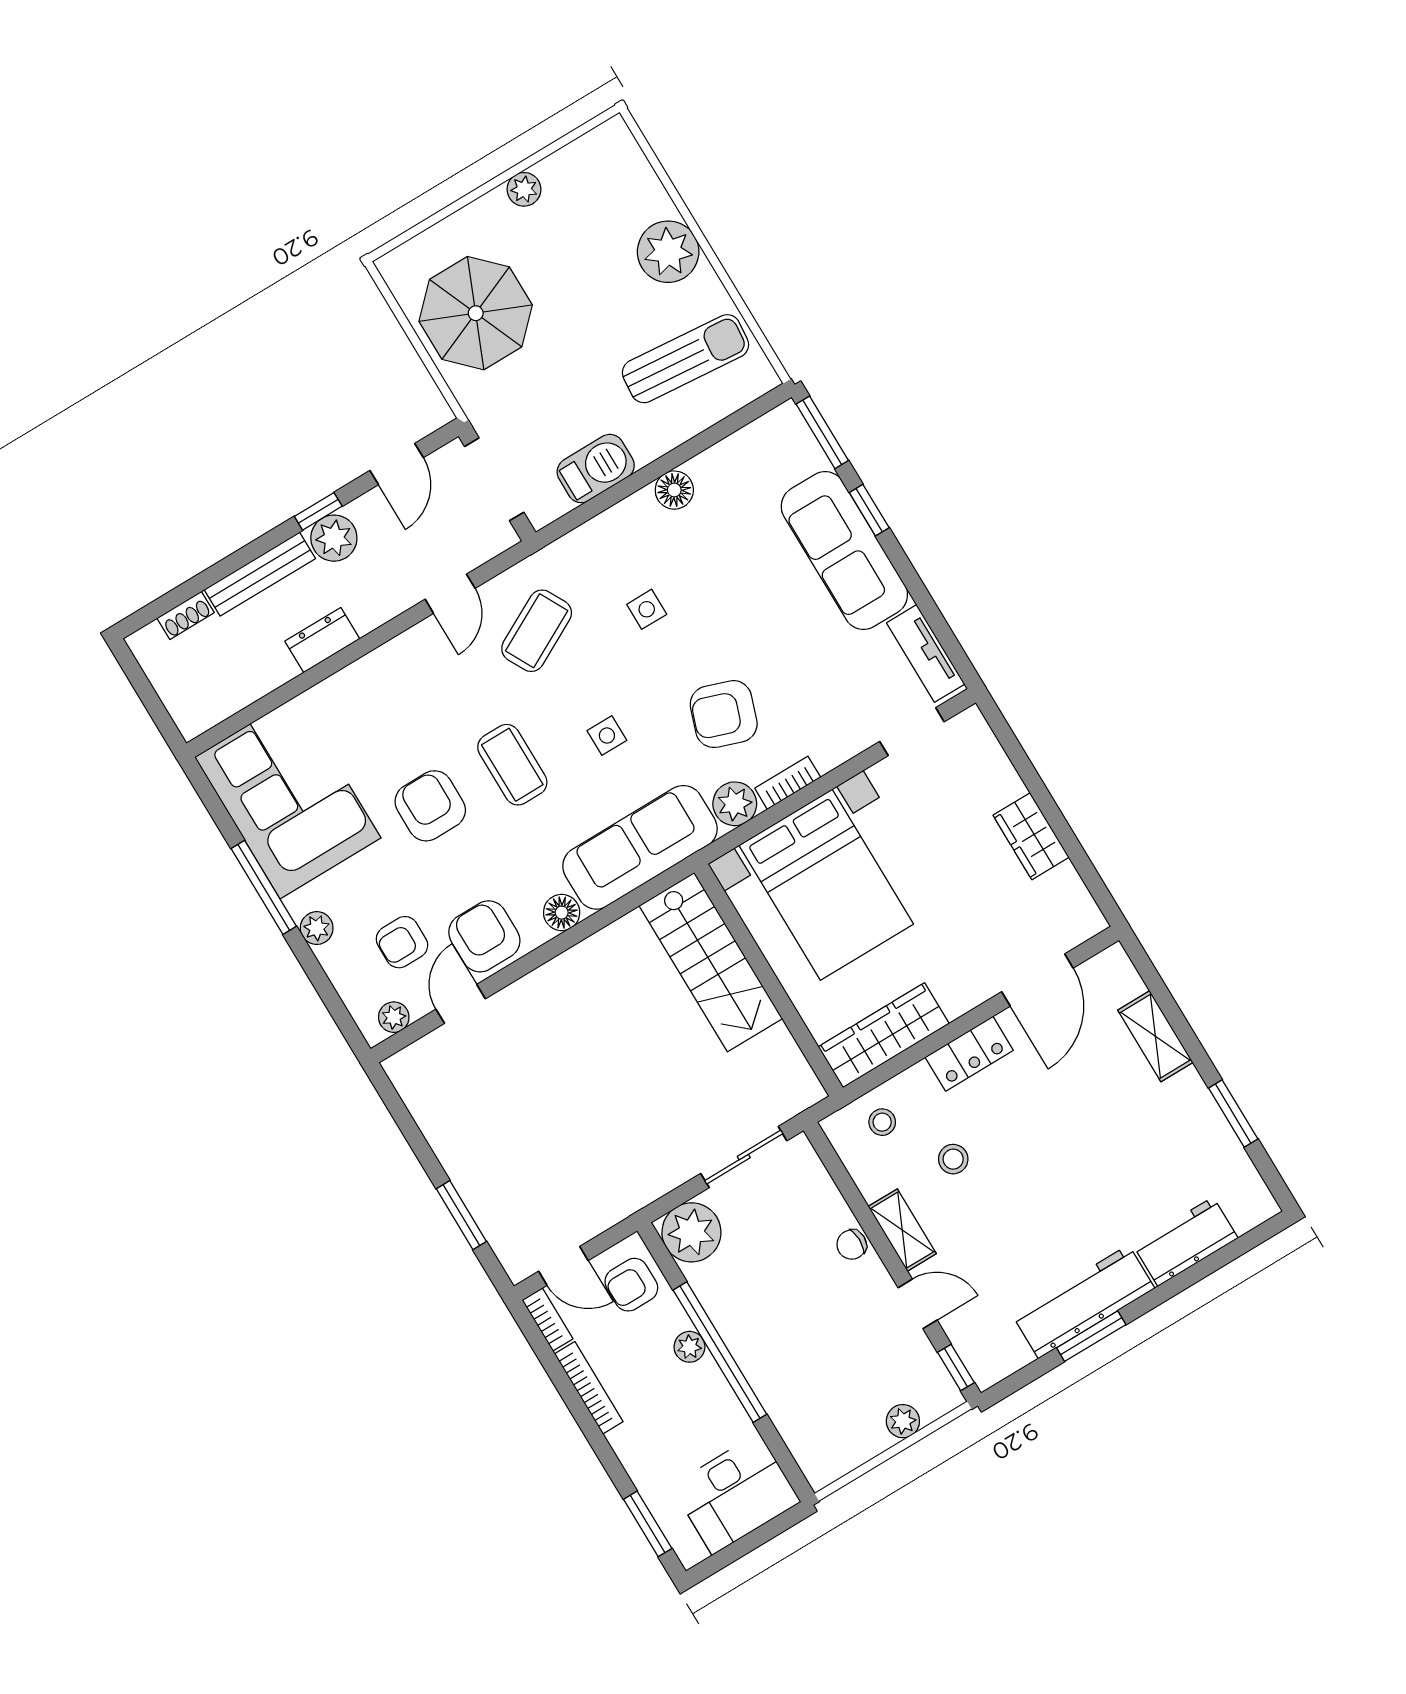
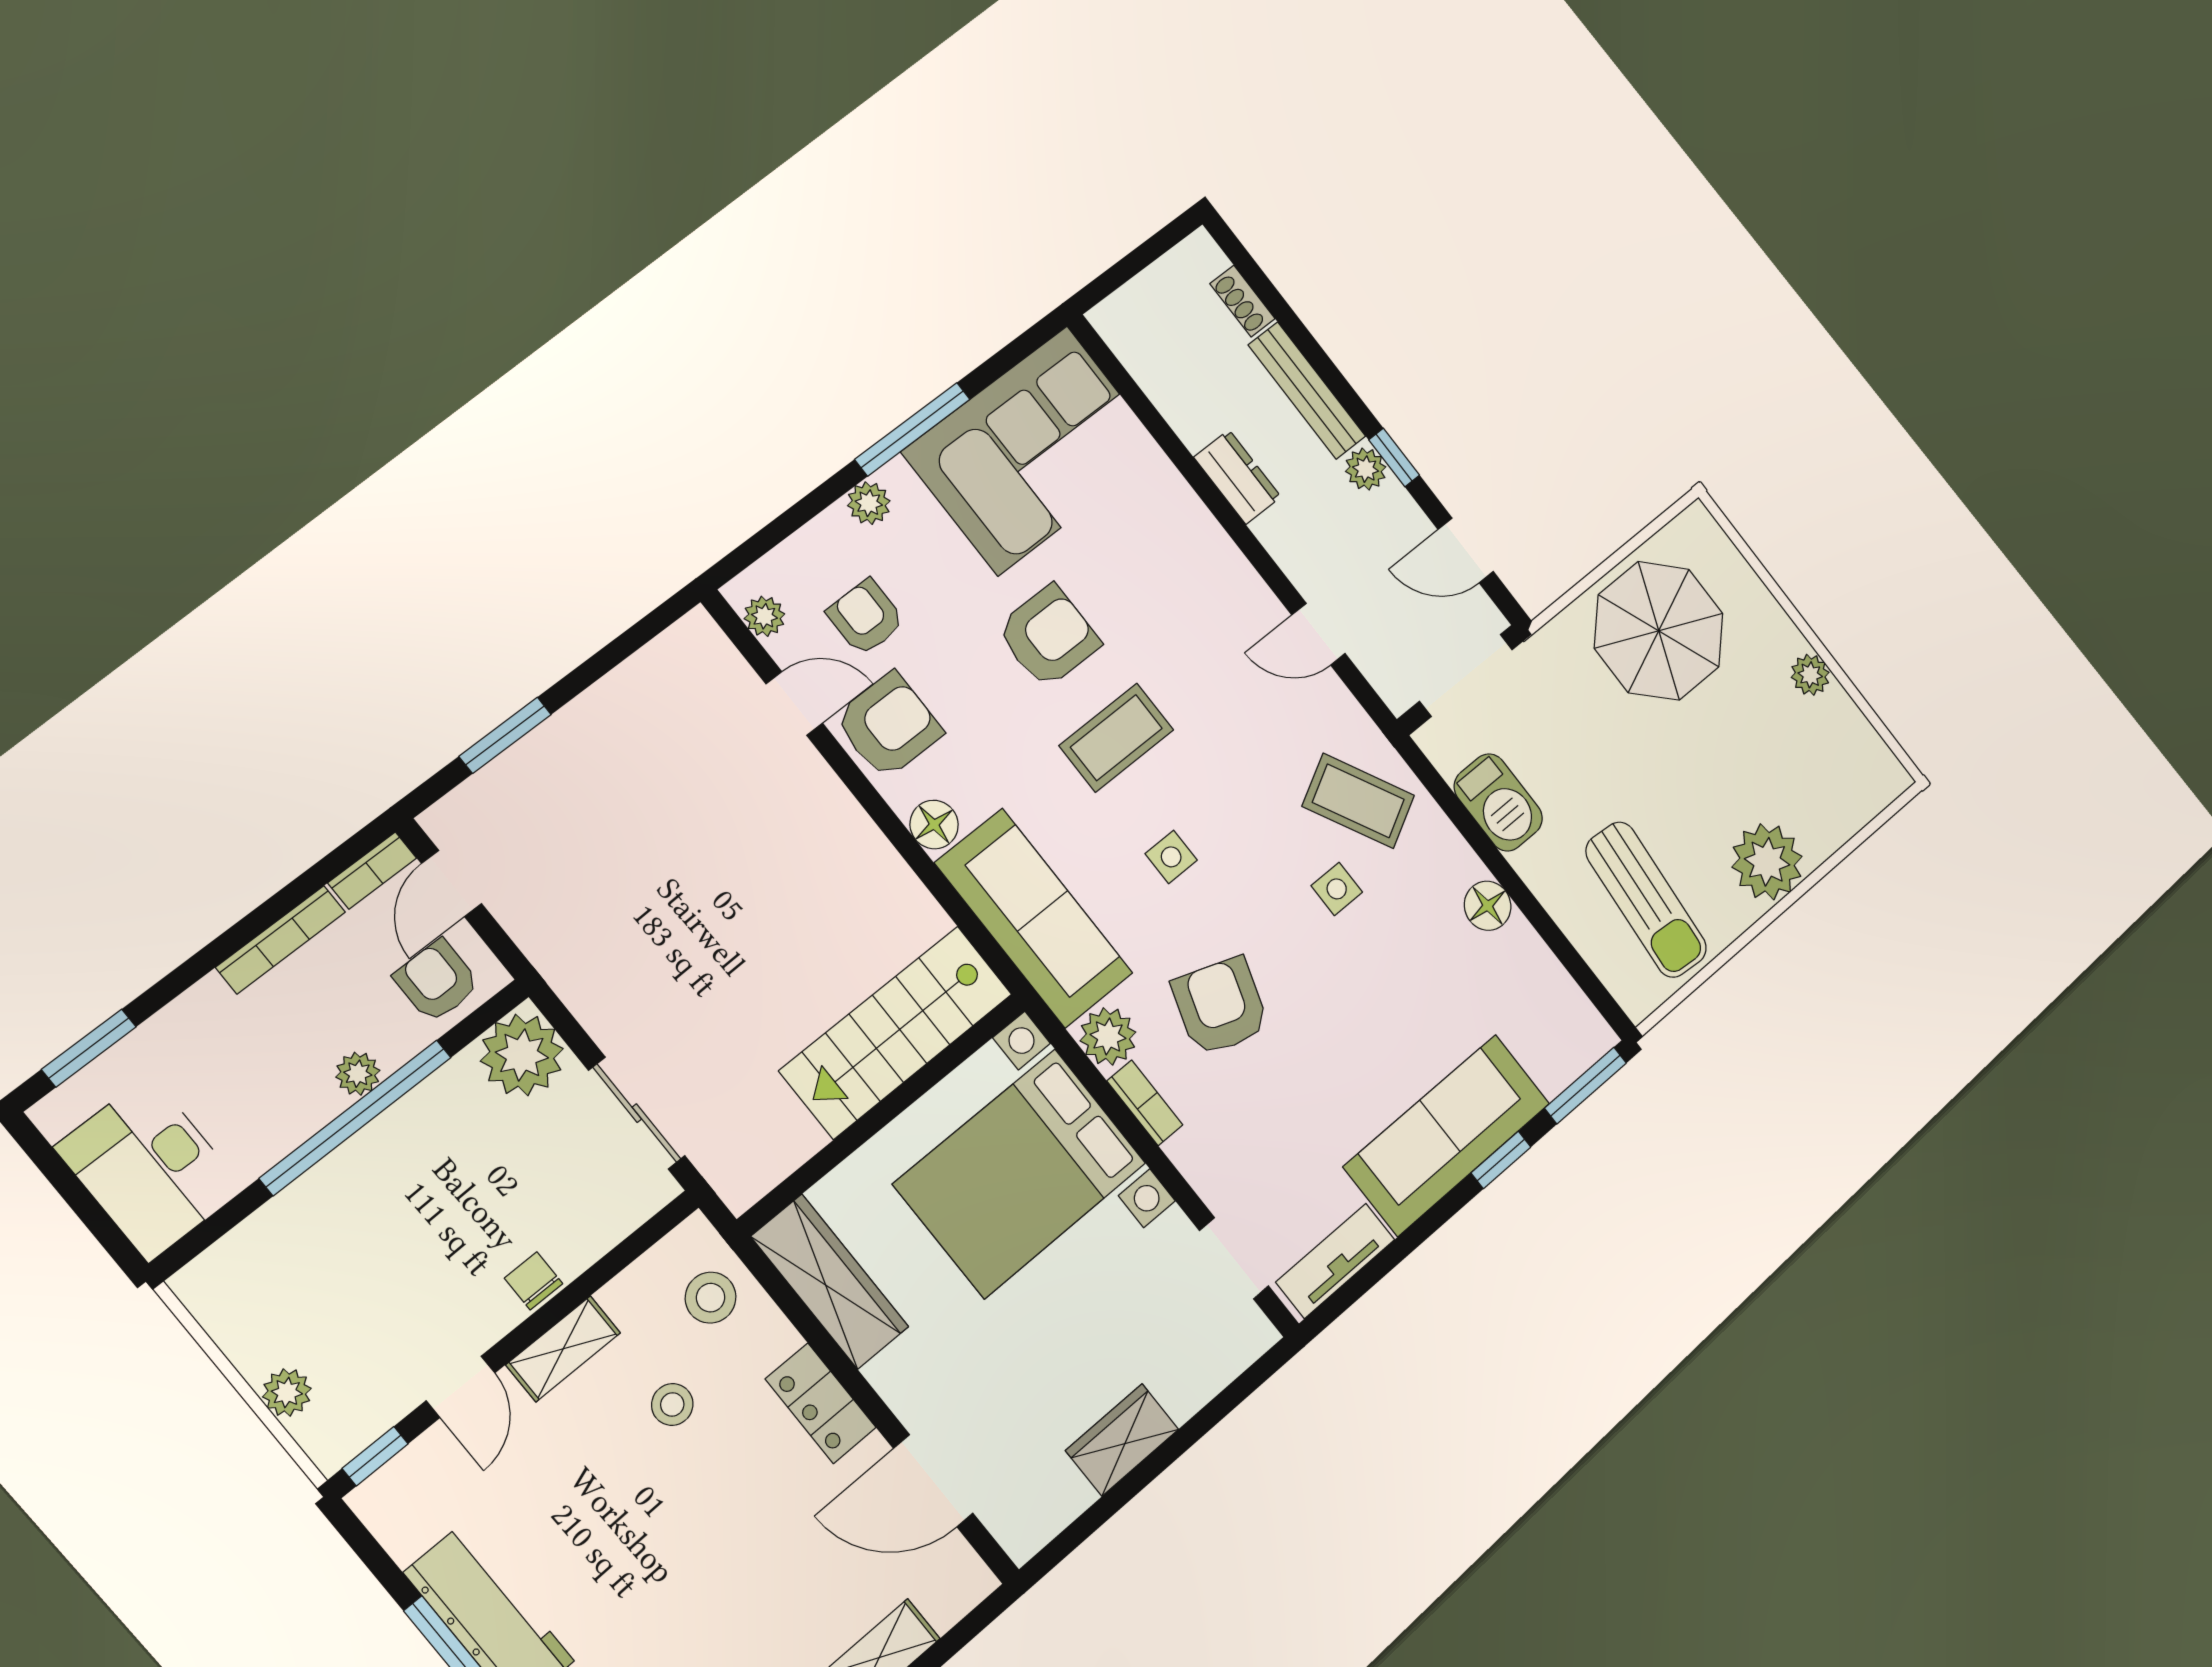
plant: (334, 538) -> (1366, 469), width x0.73, depth x0.73
coffee table: (537, 631) -> (1358, 801), moved
stool: (882, 1122) -> (711, 1298), width x1.37, depth x1.37

